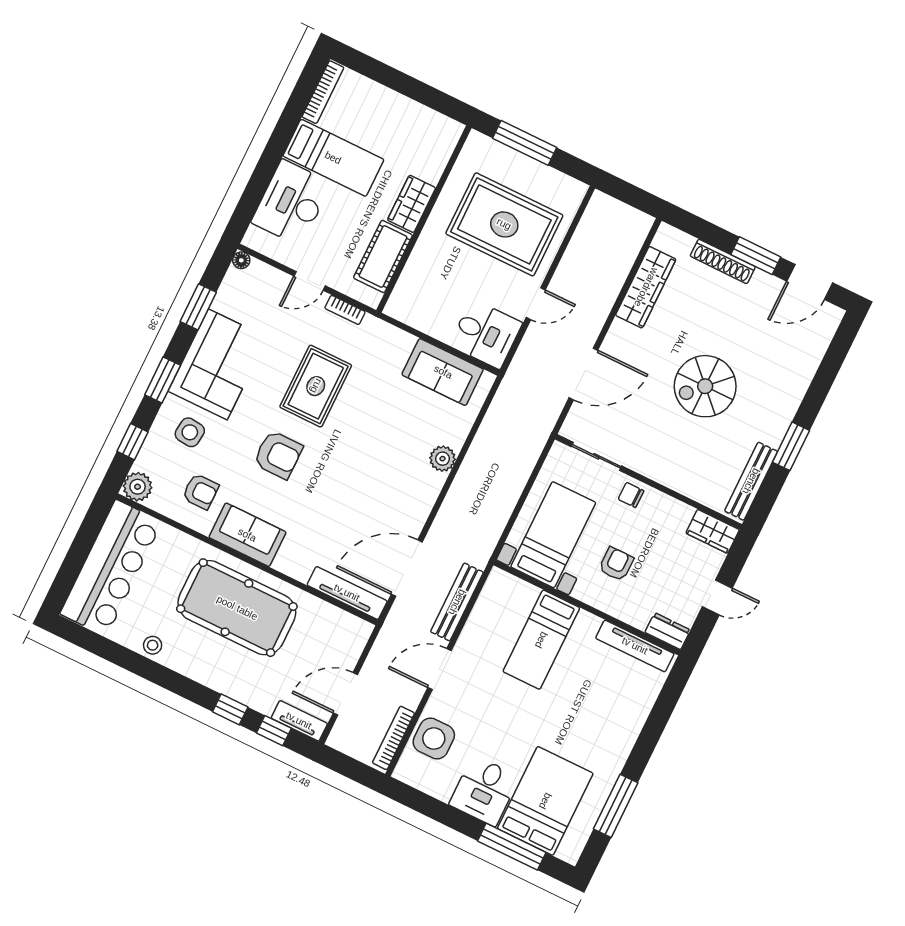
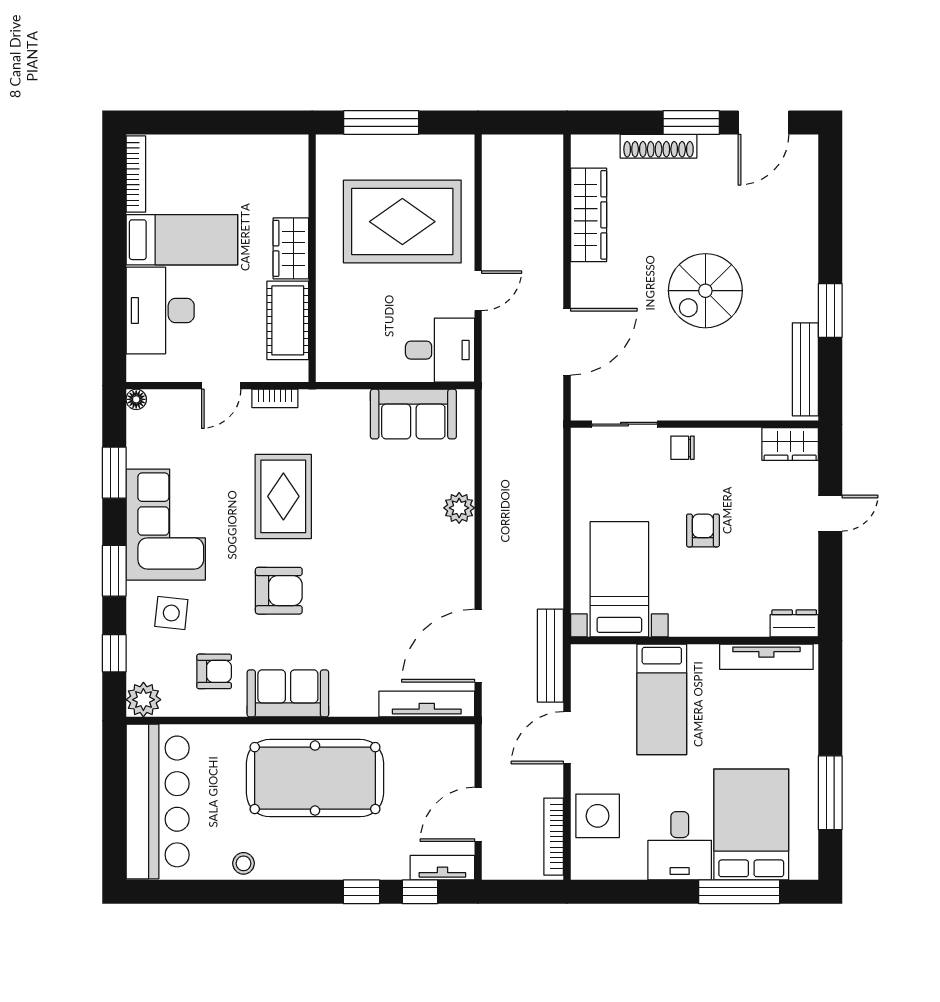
bed with nightstands: (553, 535) -> (619, 579), moved
wall: (587, 608) -> (694, 641), moved
dresser: (668, 631) -> (794, 623), moved
bed: (541, 640) -> (662, 699), moved
tv unit: (635, 646) -> (766, 657), moved

